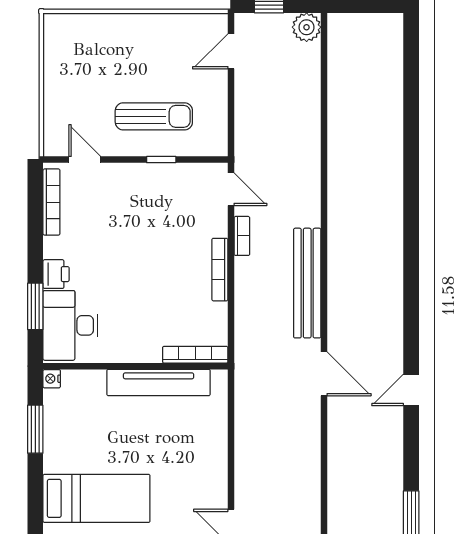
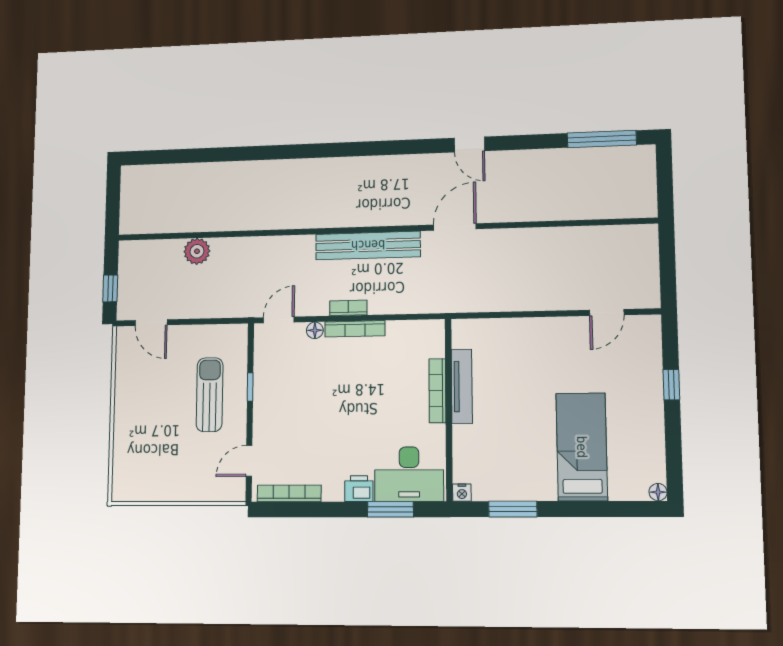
plant: (307, 27) -> (197, 251), moved
floor lamp: (219, 228) -> (315, 330), added
bookcase: (242, 236) -> (348, 308), moved
bookcase: (195, 355) -> (437, 391), moved
tv unit: (159, 382) -> (462, 386), width x0.73, depth x0.78

